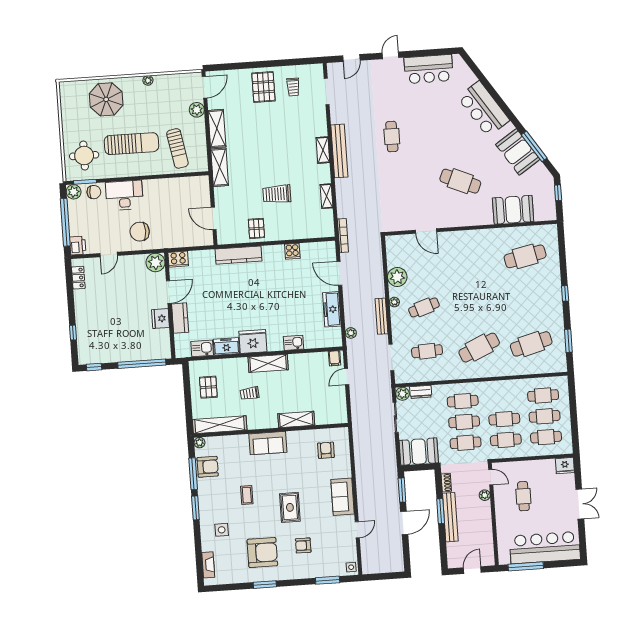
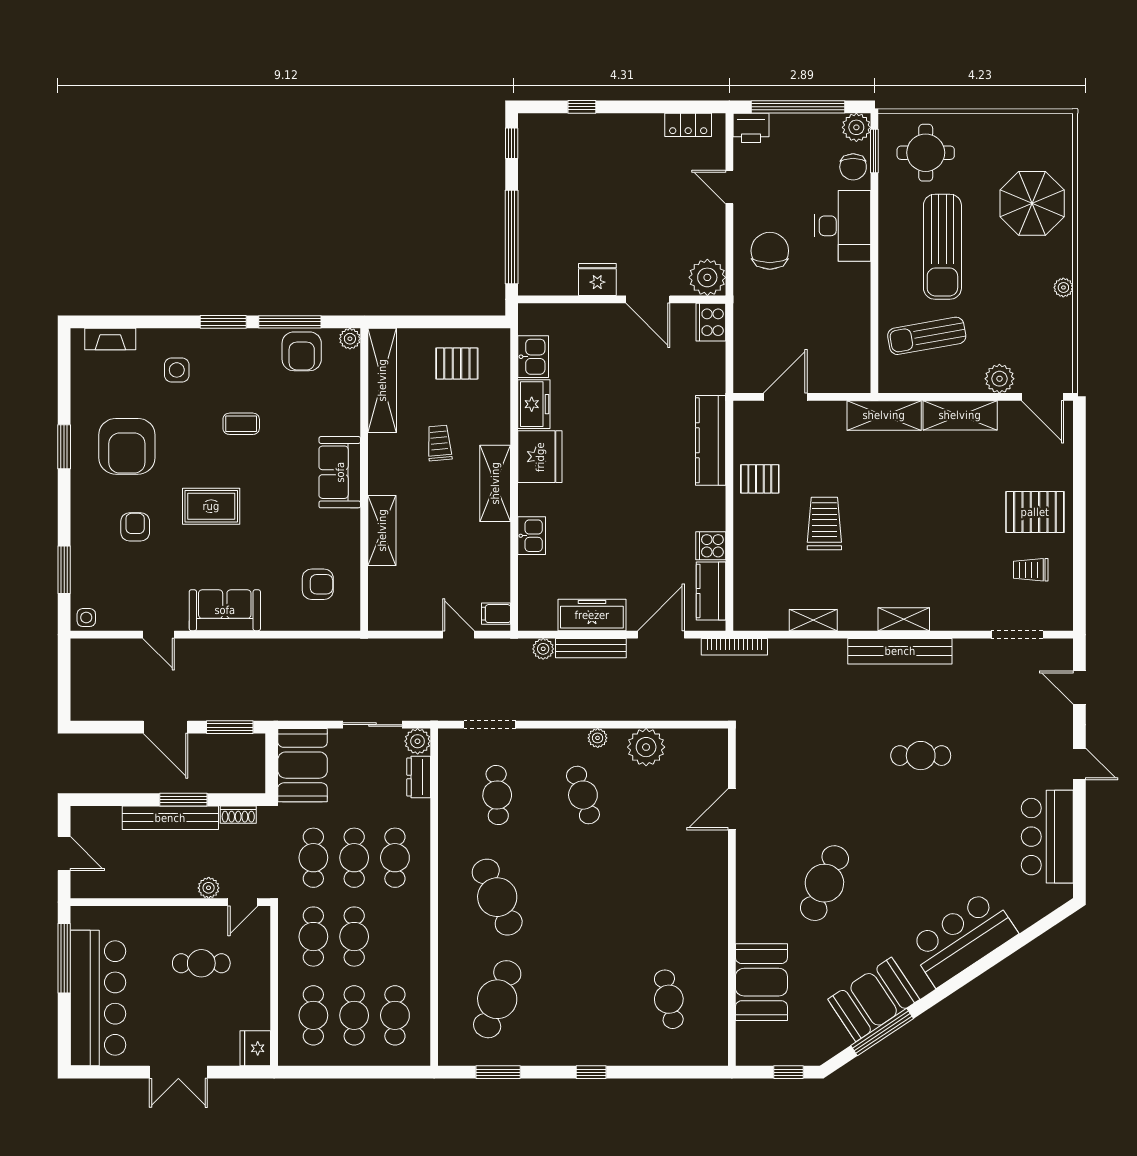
cafe table: (525, 256) -> (669, 999), width x0.73, depth x0.74
bench: (381, 316) -> (591, 648), moved
kitchen counter: (180, 318) -> (711, 591), moved, turned 90
cafe table: (531, 344) -> (497, 999), turned 36

